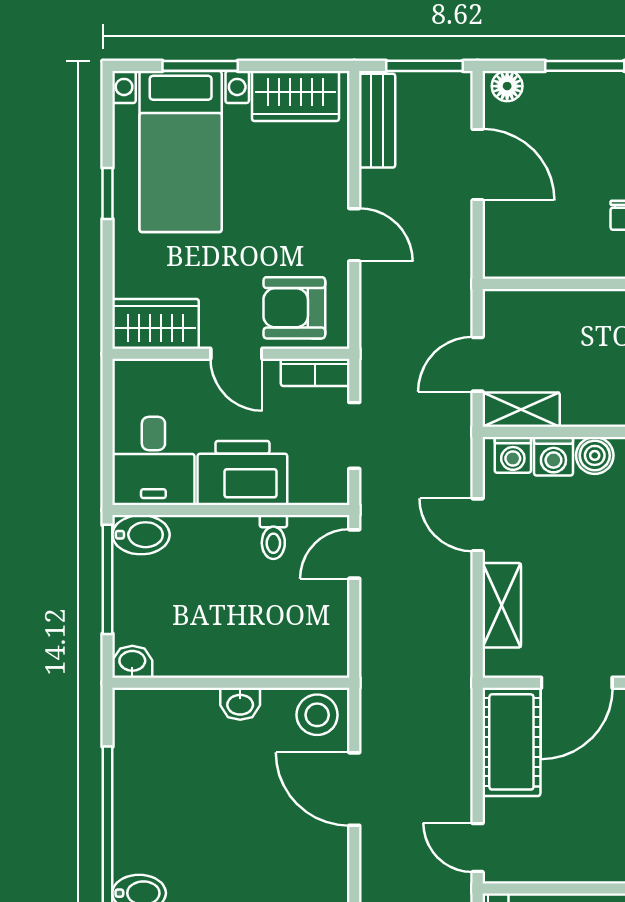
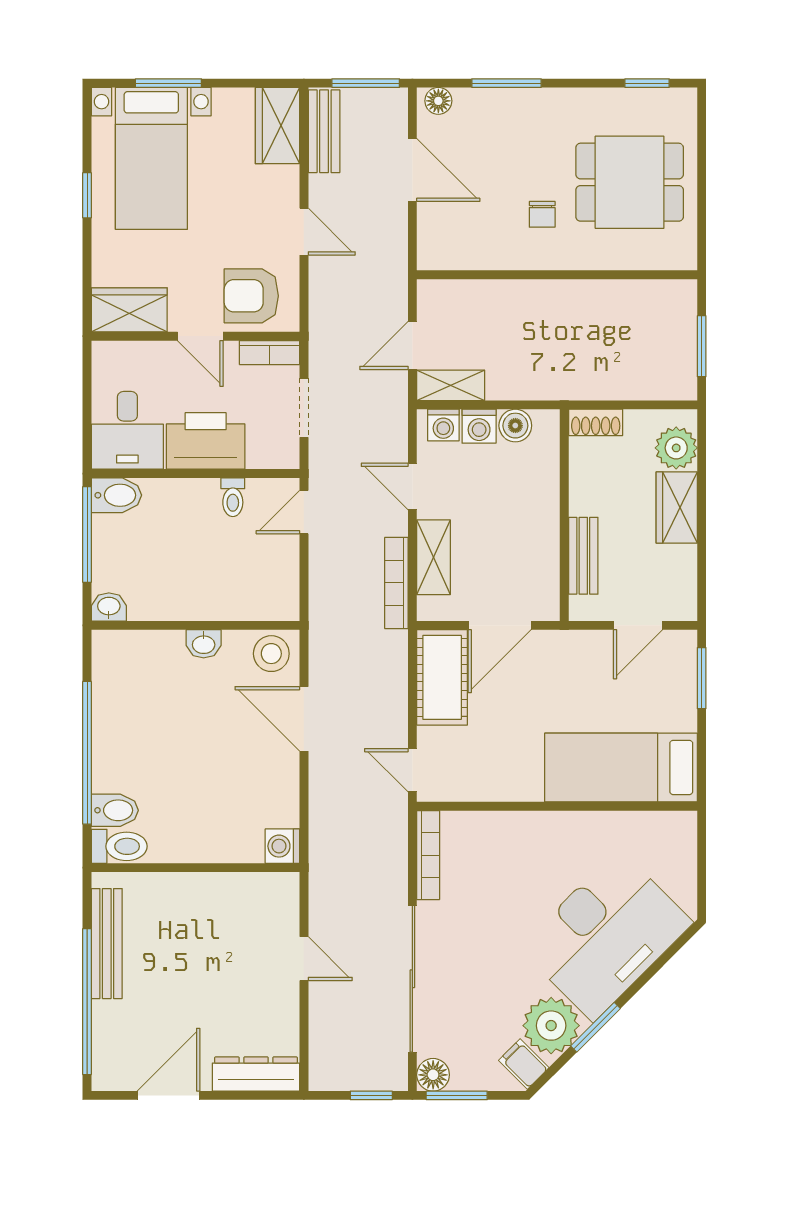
wardrobe: (295, 96) -> (277, 126), moved, turned 90
bookcase: (459, 635) -> (396, 583), added

